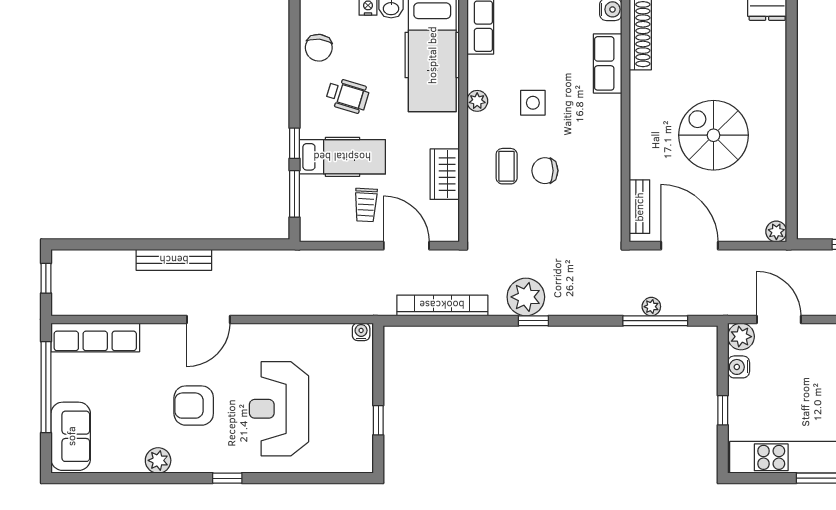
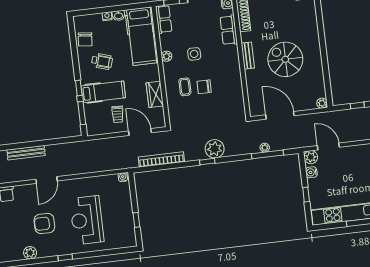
bench: (639, 207) -> (248, 56), moved
plant: (526, 297) -> (215, 149), moved

